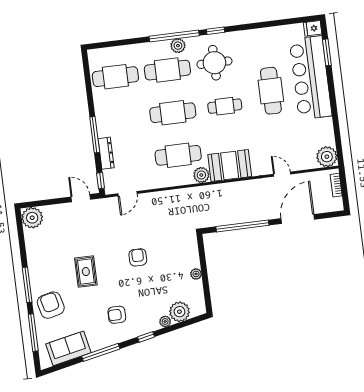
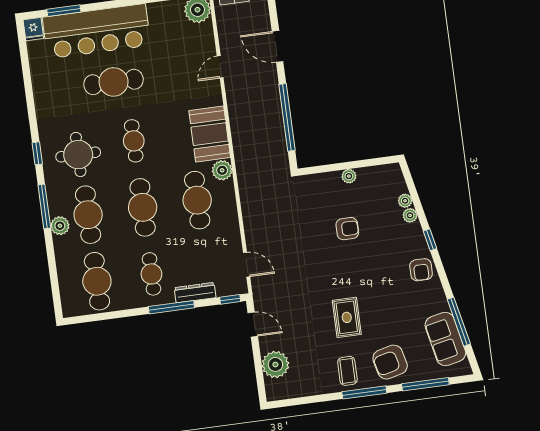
window: (174, 36) -> (44, 206), width x0.68
plant: (178, 46) -> (60, 226), moved
cafe table: (121, 119) -> (151, 274), added
door: (81, 198) -> (253, 325), swing flipped
plant: (32, 218) -> (275, 364), moved
door: (298, 219) -> (278, 46), width x0.73
armchair: (138, 257) -> (347, 229), moved, turned 180
coffee table: (44, 272) -> (347, 371), added
rug: (86, 272) -> (347, 317), turned 90
plant: (179, 312) -> (405, 201), width x0.53, depth x0.53
armchair: (117, 315) -> (421, 270), moved
window: (101, 352) -> (459, 322), moved

